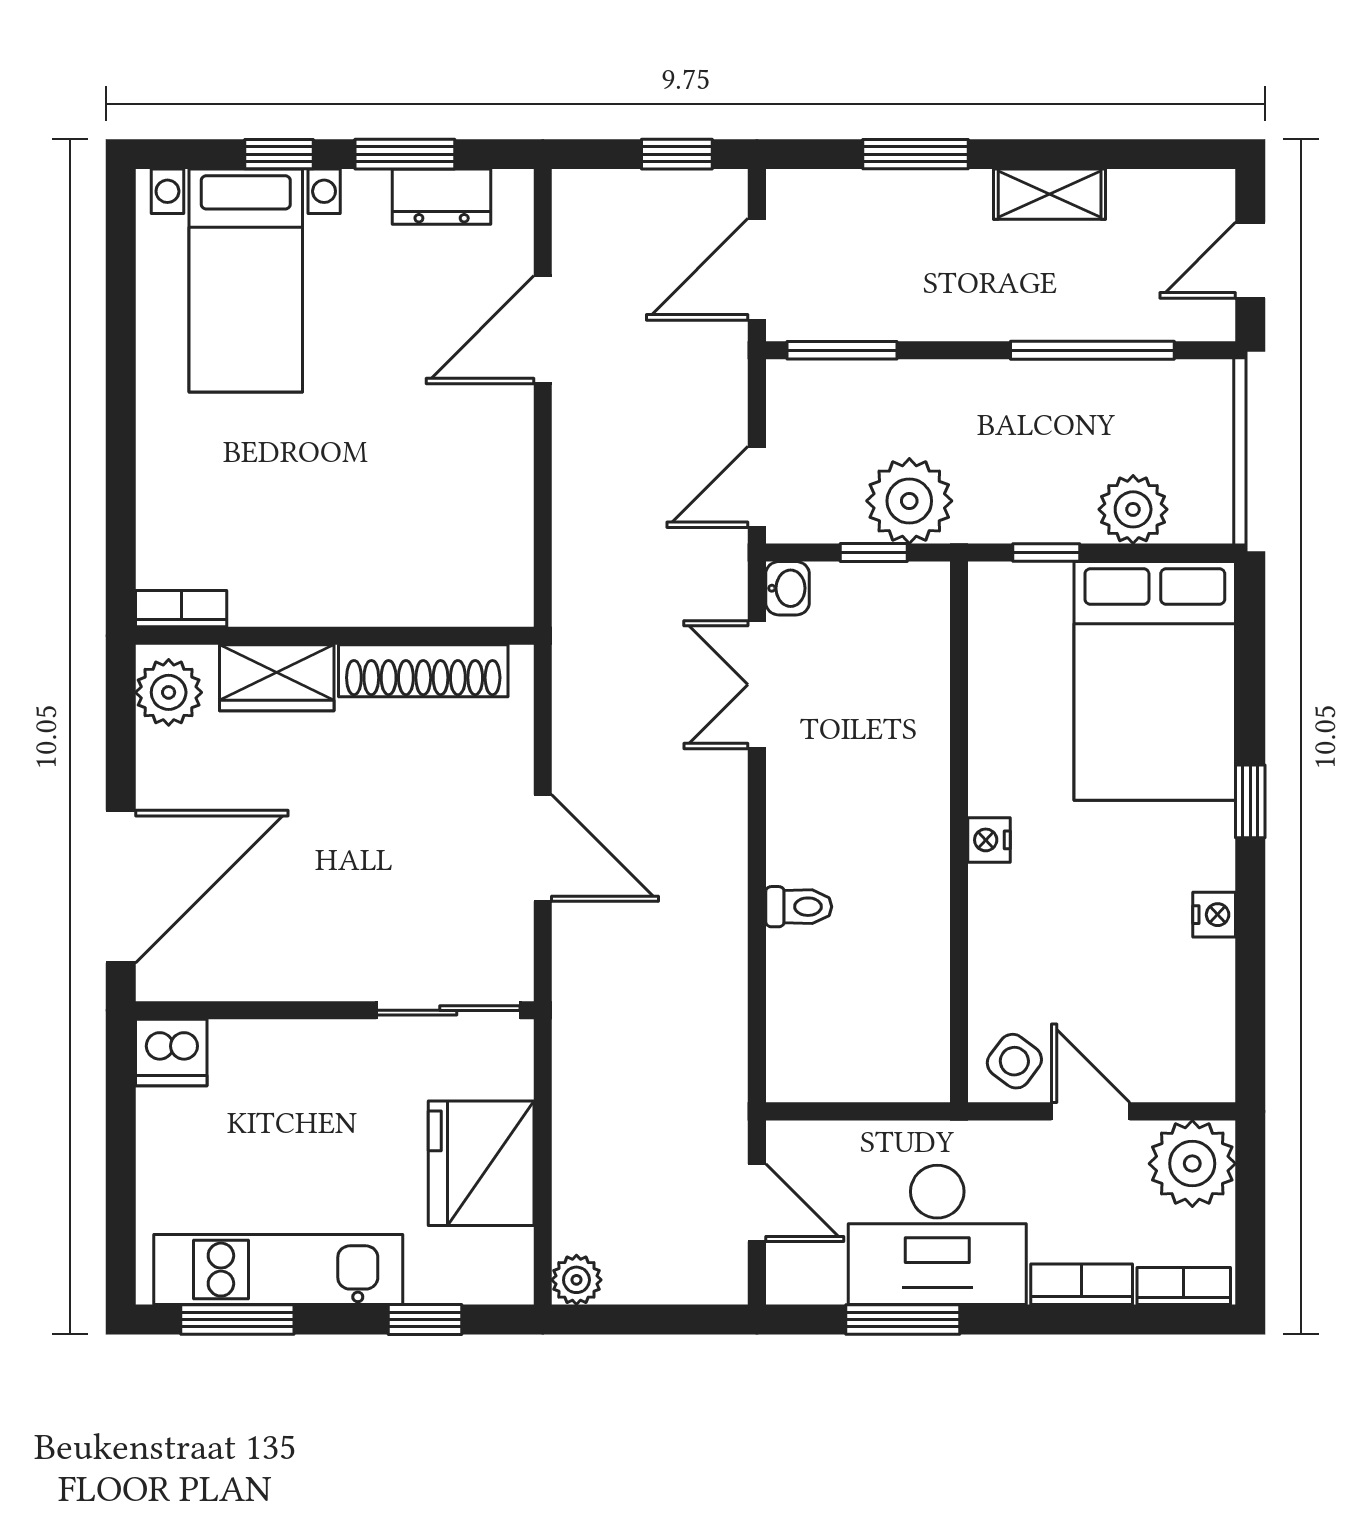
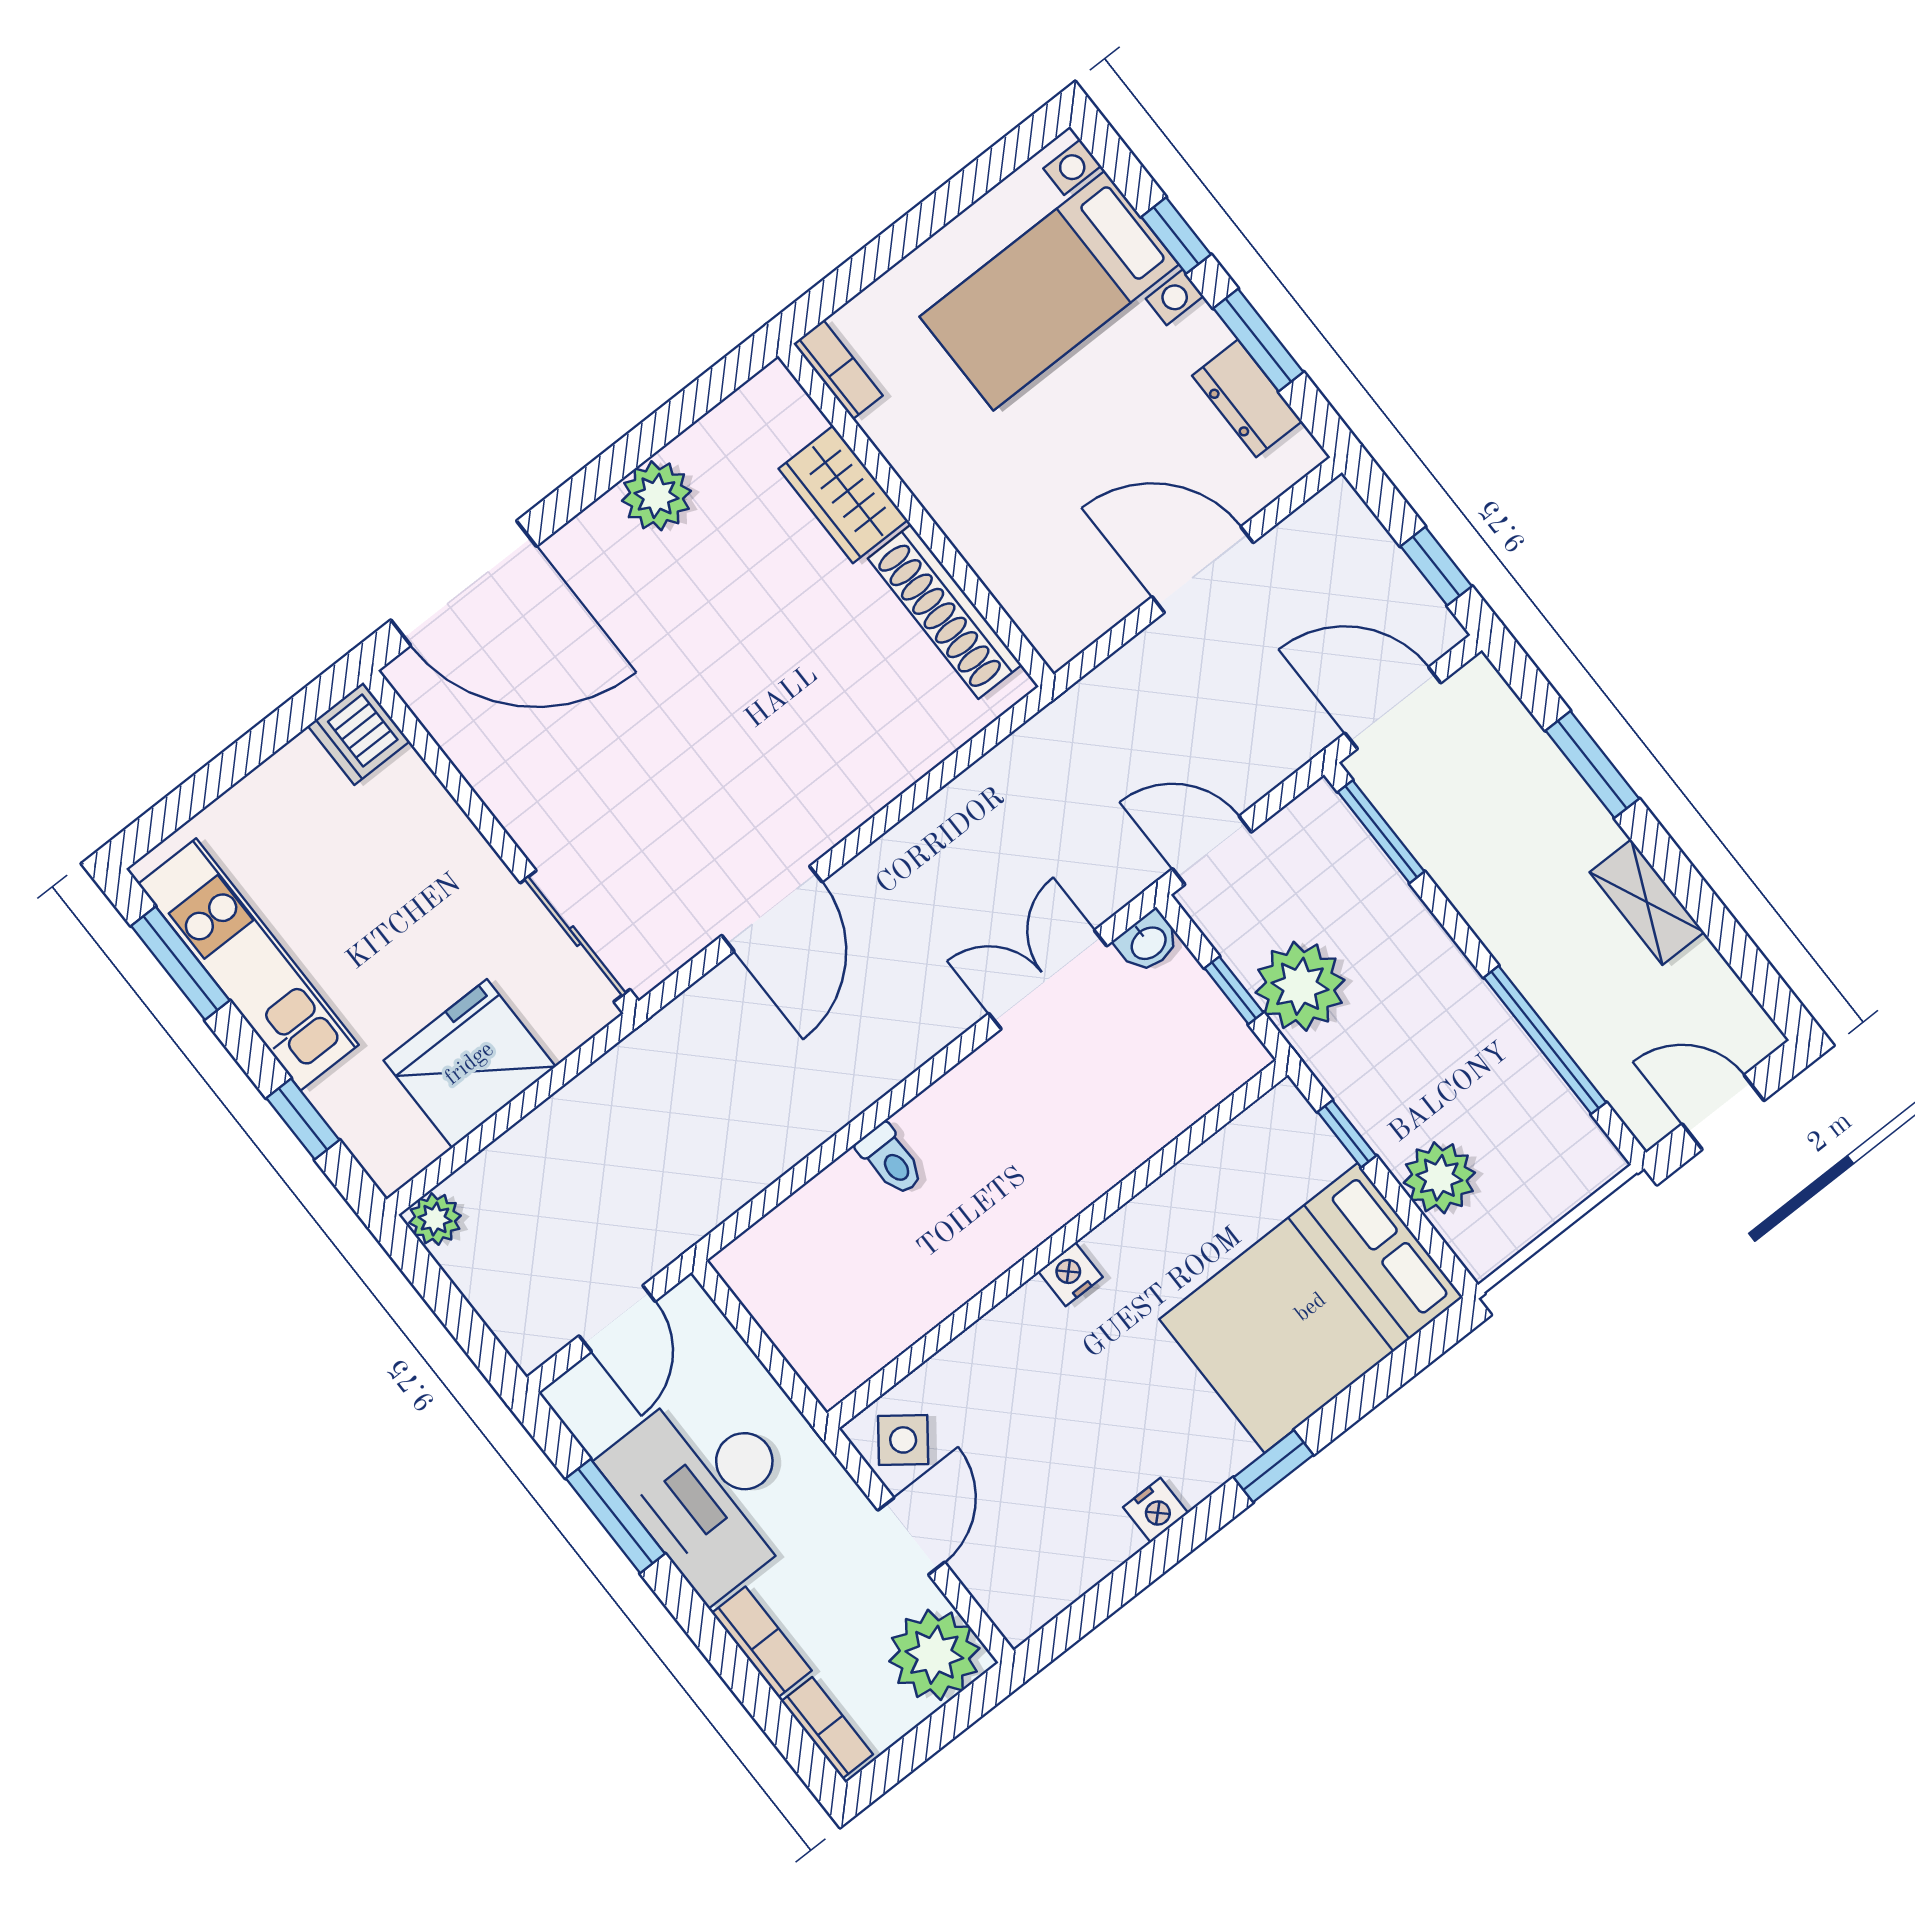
bookcase: (181, 609) -> (838, 370), moved
wall: (335, 636) -> (916, 515), moved
shoe rack: (423, 671) -> (945, 612), moved
wardrobe: (277, 678) -> (843, 494), moved

